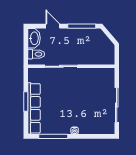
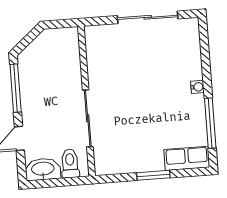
row of seats: (34, 108) -> (187, 158), width x0.50

